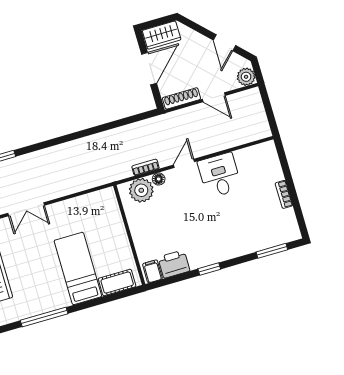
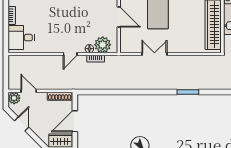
door: (214, 97) -> (29, 91), moved
desk: (220, 175) -> (21, 38), moved, turned 90
double door: (26, 209) -> (154, 54), moved
door: (130, 237) -> (119, 17), added

